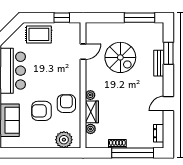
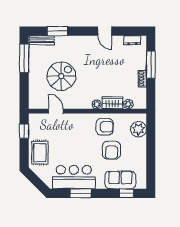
bench: (159, 63) -> (42, 40), moved
armchair: (66, 104) -> (105, 127), turned 180
window: (133, 153) -> (151, 65), width x0.68

